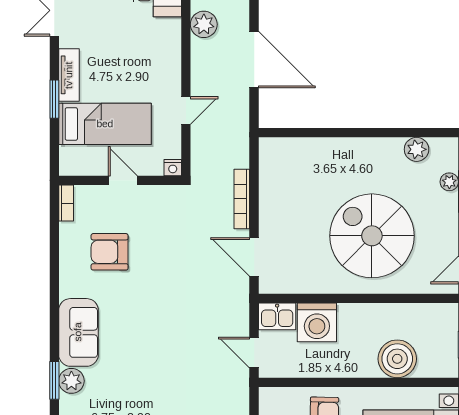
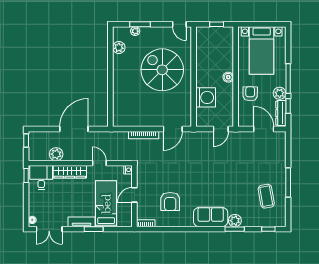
wardrobe: (169, 52) -> (70, 172), added
spiral stairs: (372, 236) -> (162, 70), turned 90
kitchen sink: (277, 316) -> (203, 117), removed
boiler: (397, 359) -> (228, 77), moved, width x0.54, depth x0.54

